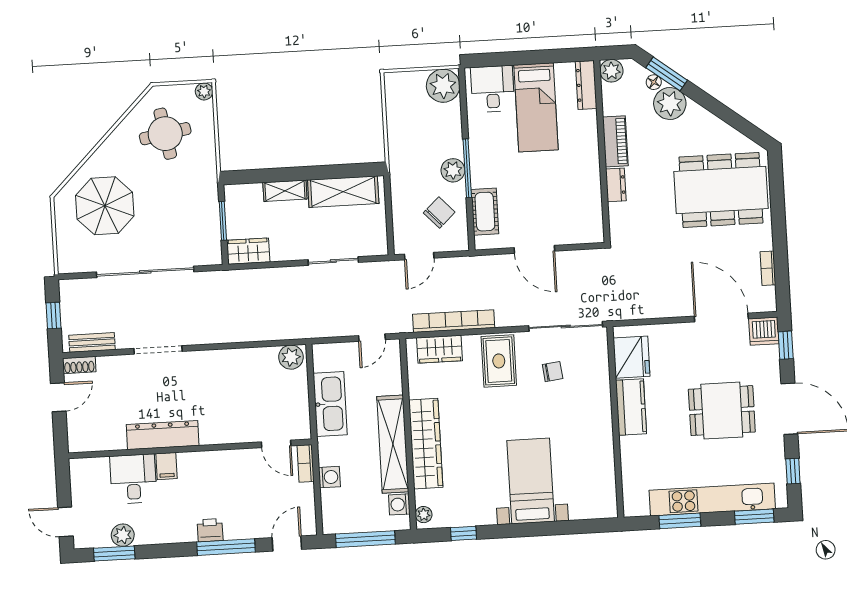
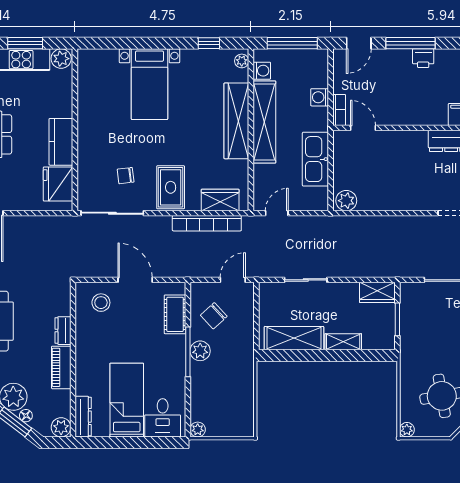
plant: (443, 86) -> (198, 429), width x0.53, depth x0.53
stool: (573, 220) -> (101, 303), added
plant: (636, 505) -> (61, 59), added

